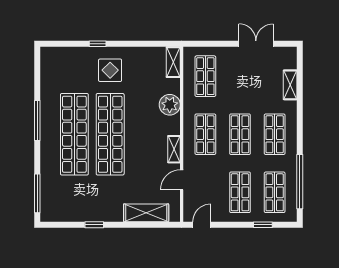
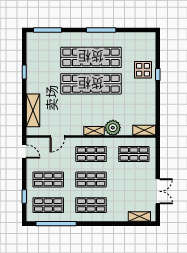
display table: (110, 70) -> (143, 70), moved
shelving: (290, 85) -> (139, 217), moved
shelving: (174, 149) -> (94, 131), moved
door: (182, 180) -> (57, 136), swing flipped

